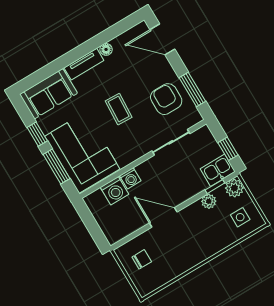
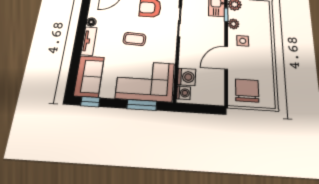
window: (37, 134) -> (90, 102), moved
washing machine: (130, 178) -> (184, 93), moved
side table: (240, 217) -> (243, 41), moved
chair: (142, 259) -> (247, 90), width x1.87, depth x1.87

